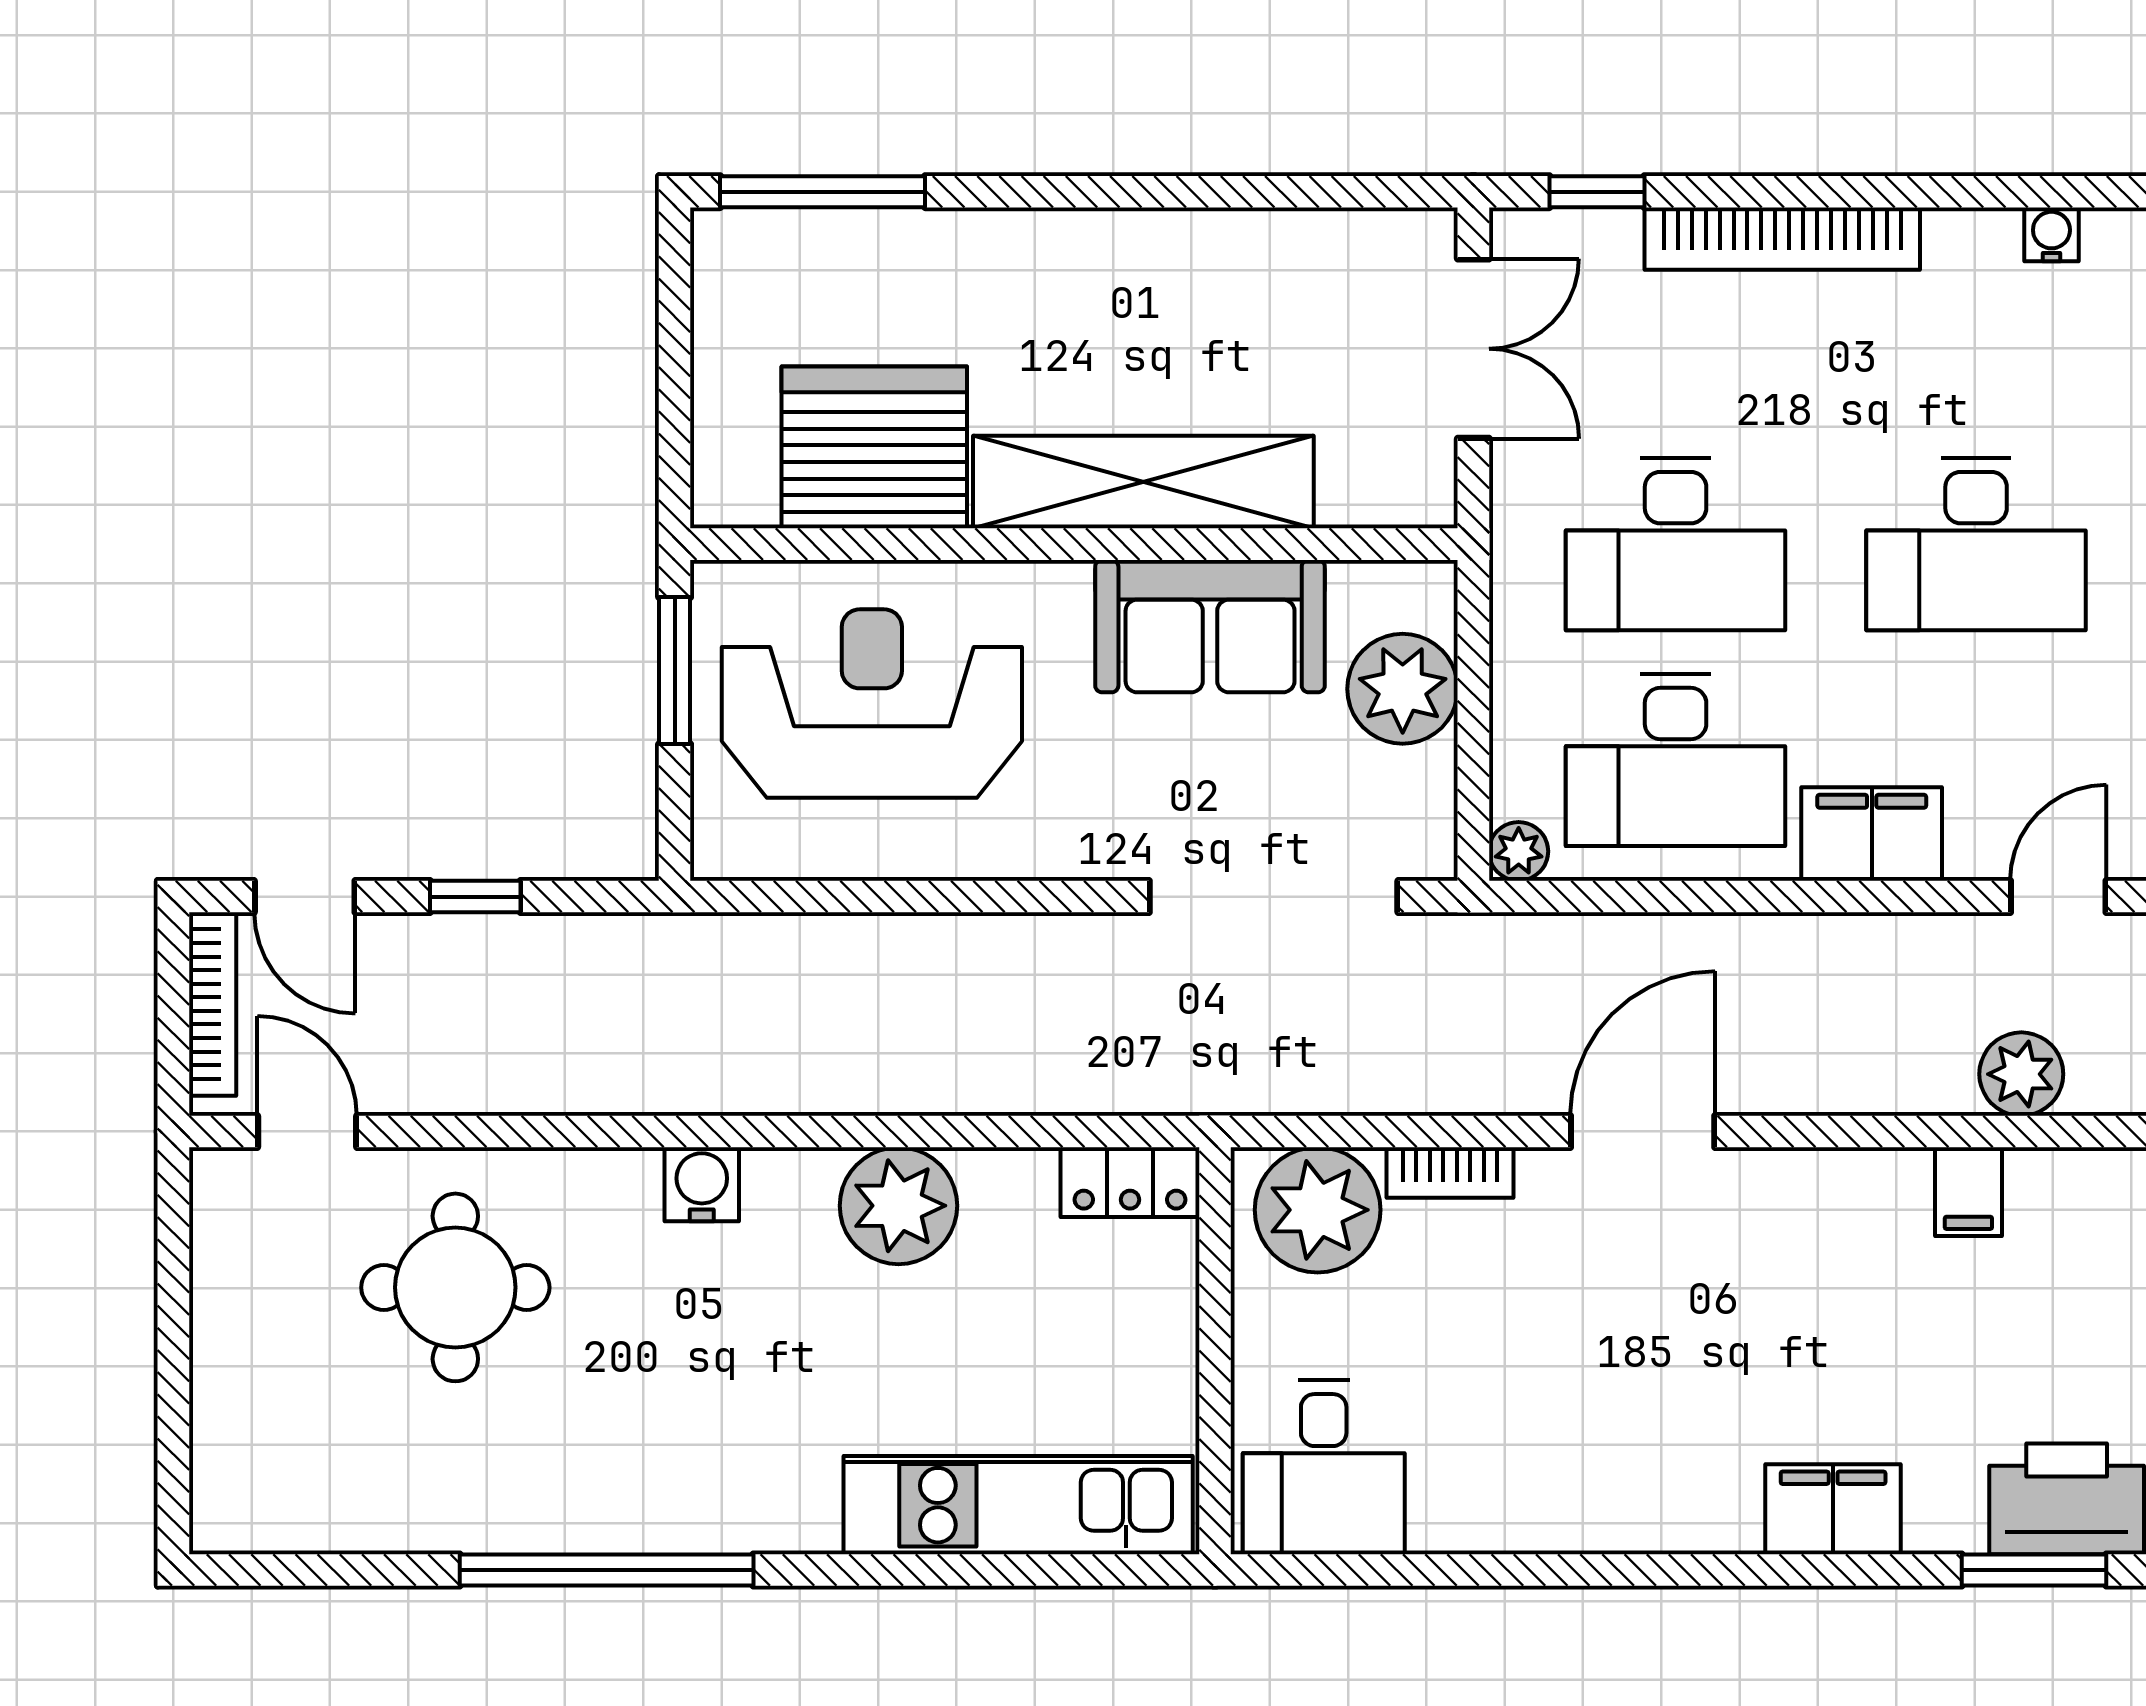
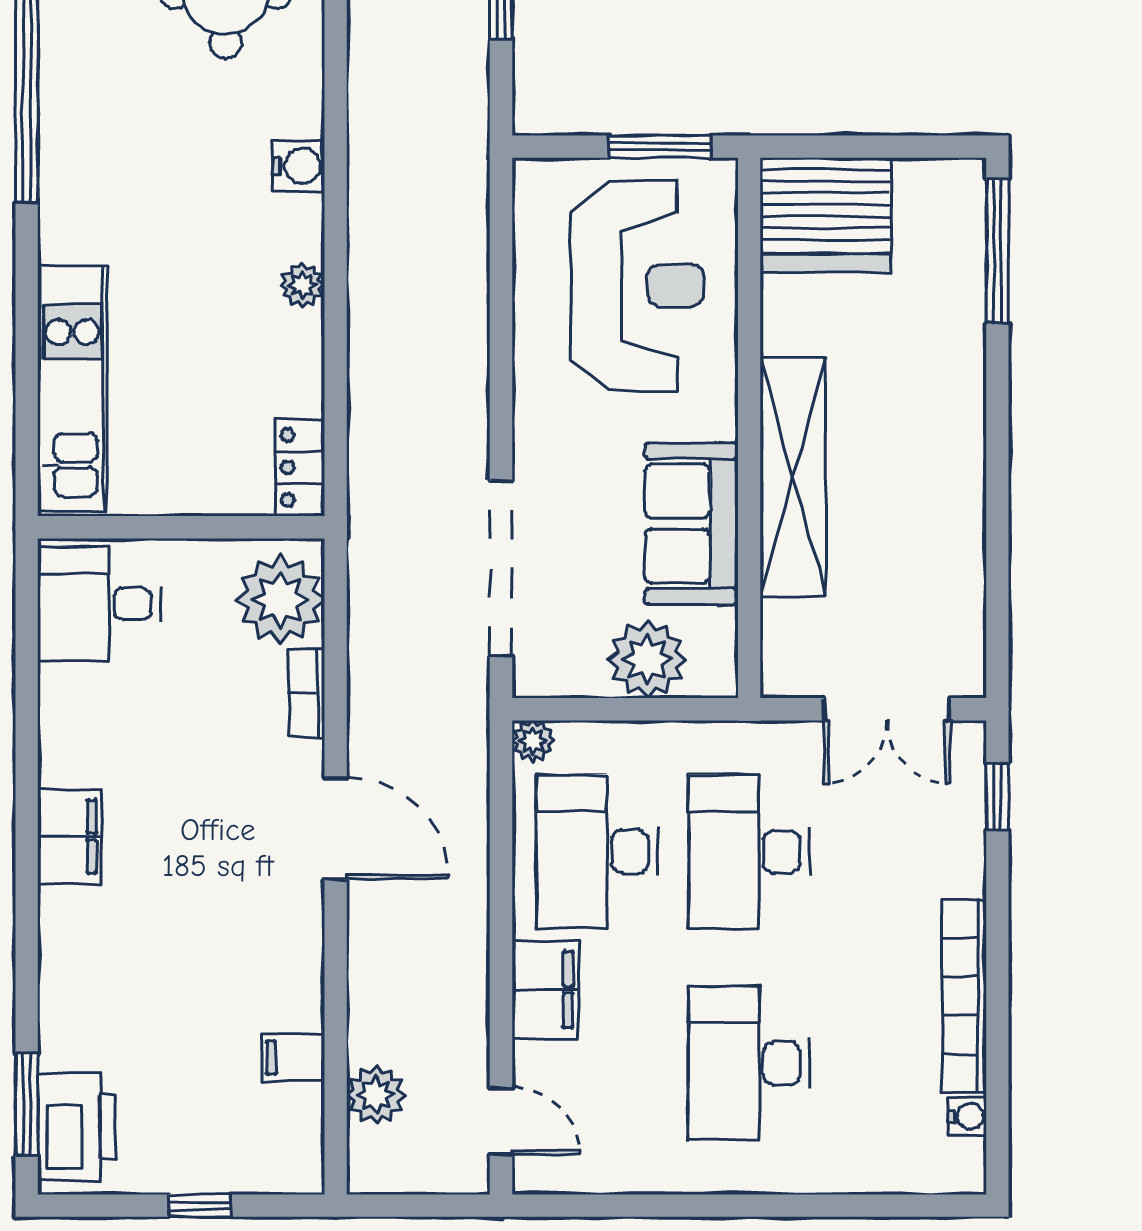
bookcase: (1782, 239) -> (964, 996), moved
server rack: (874, 447) -> (825, 215), moved, turned 90
plant: (898, 1206) -> (303, 285), width x0.53, depth x0.53
filing cabinet: (1833, 1509) -> (69, 837), moved

